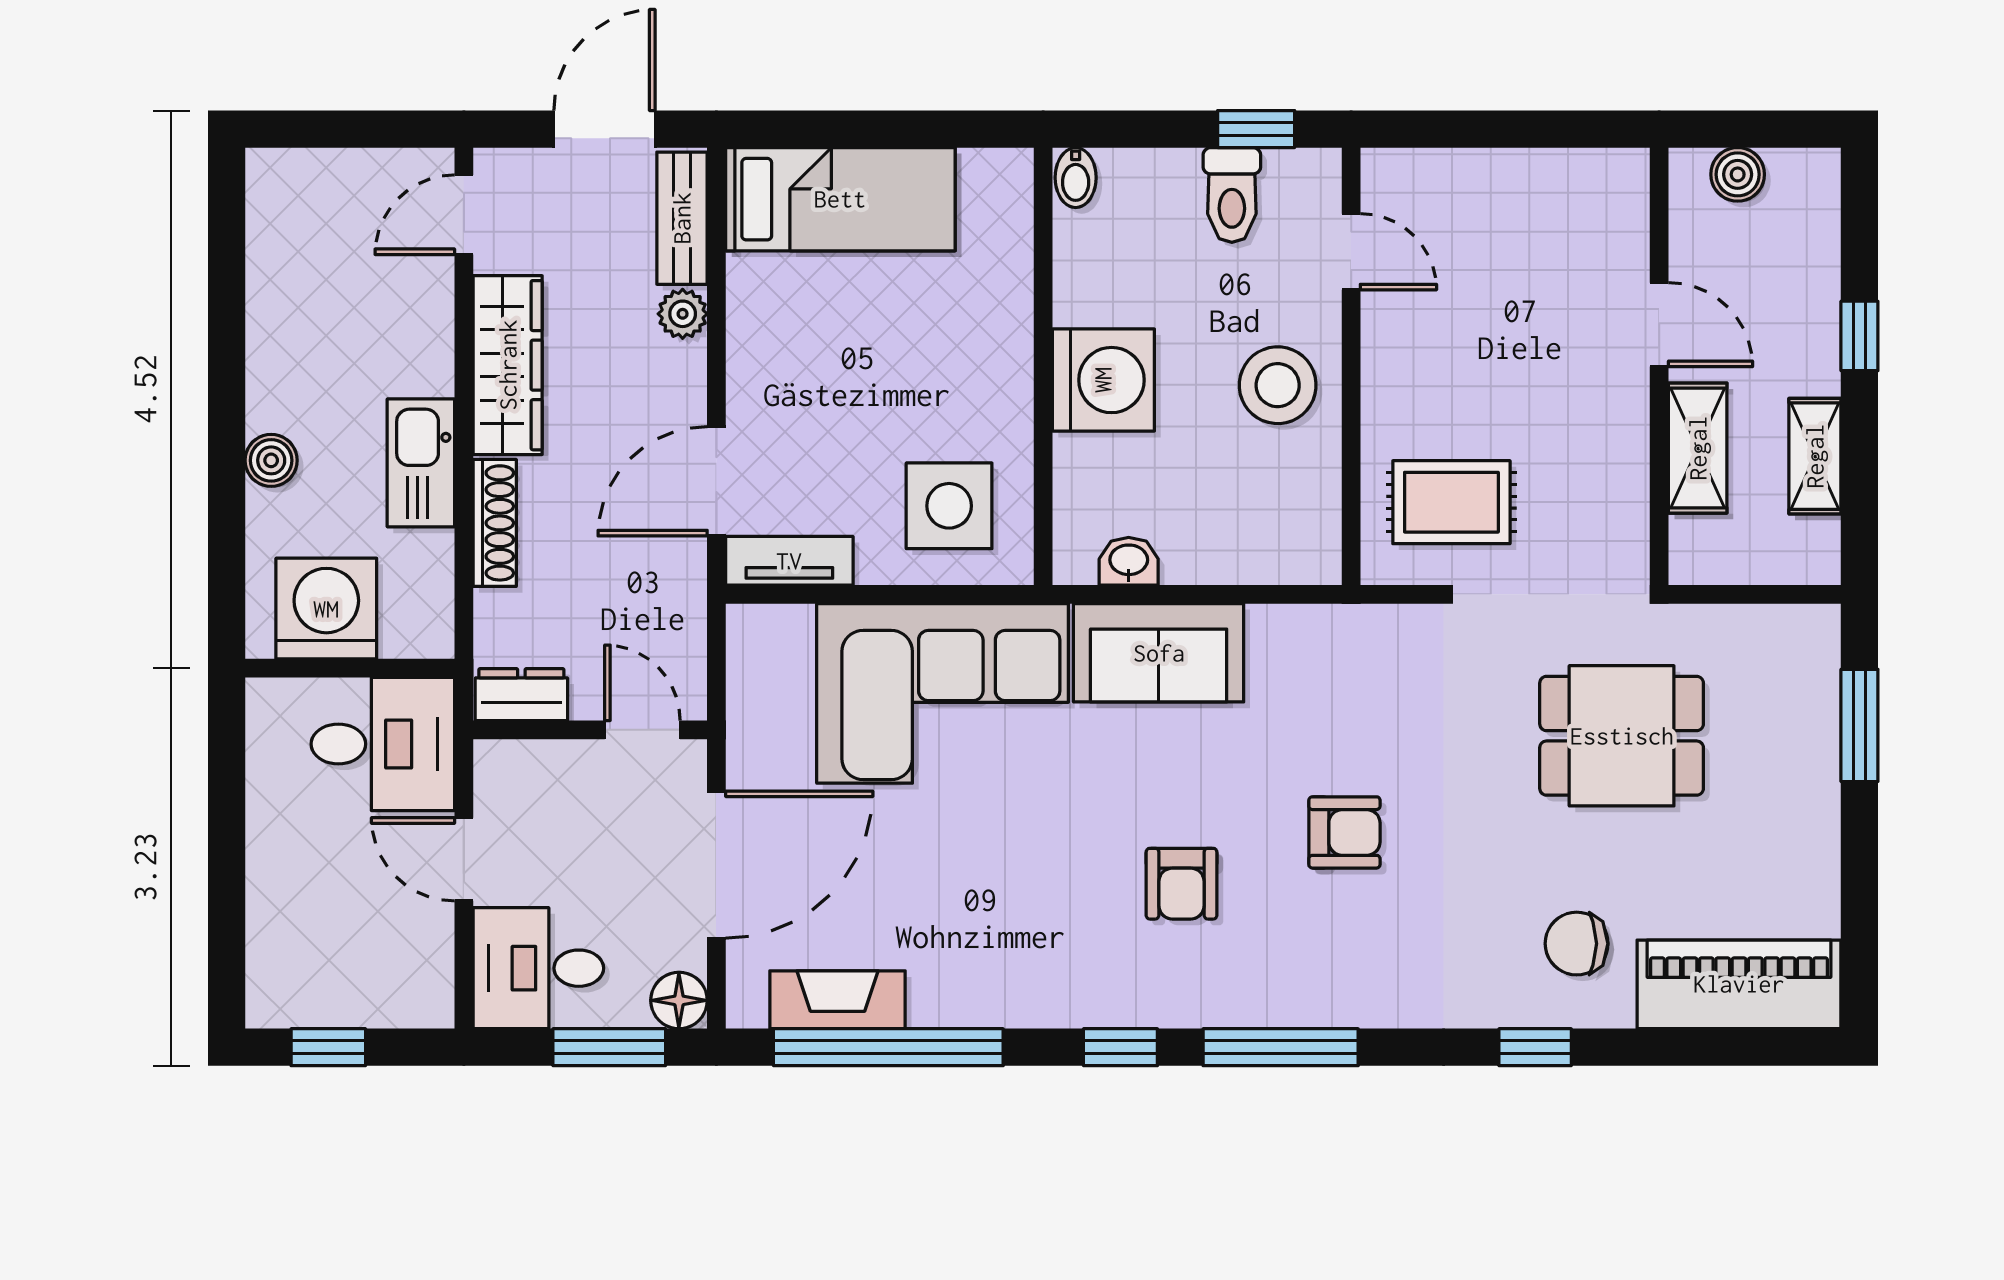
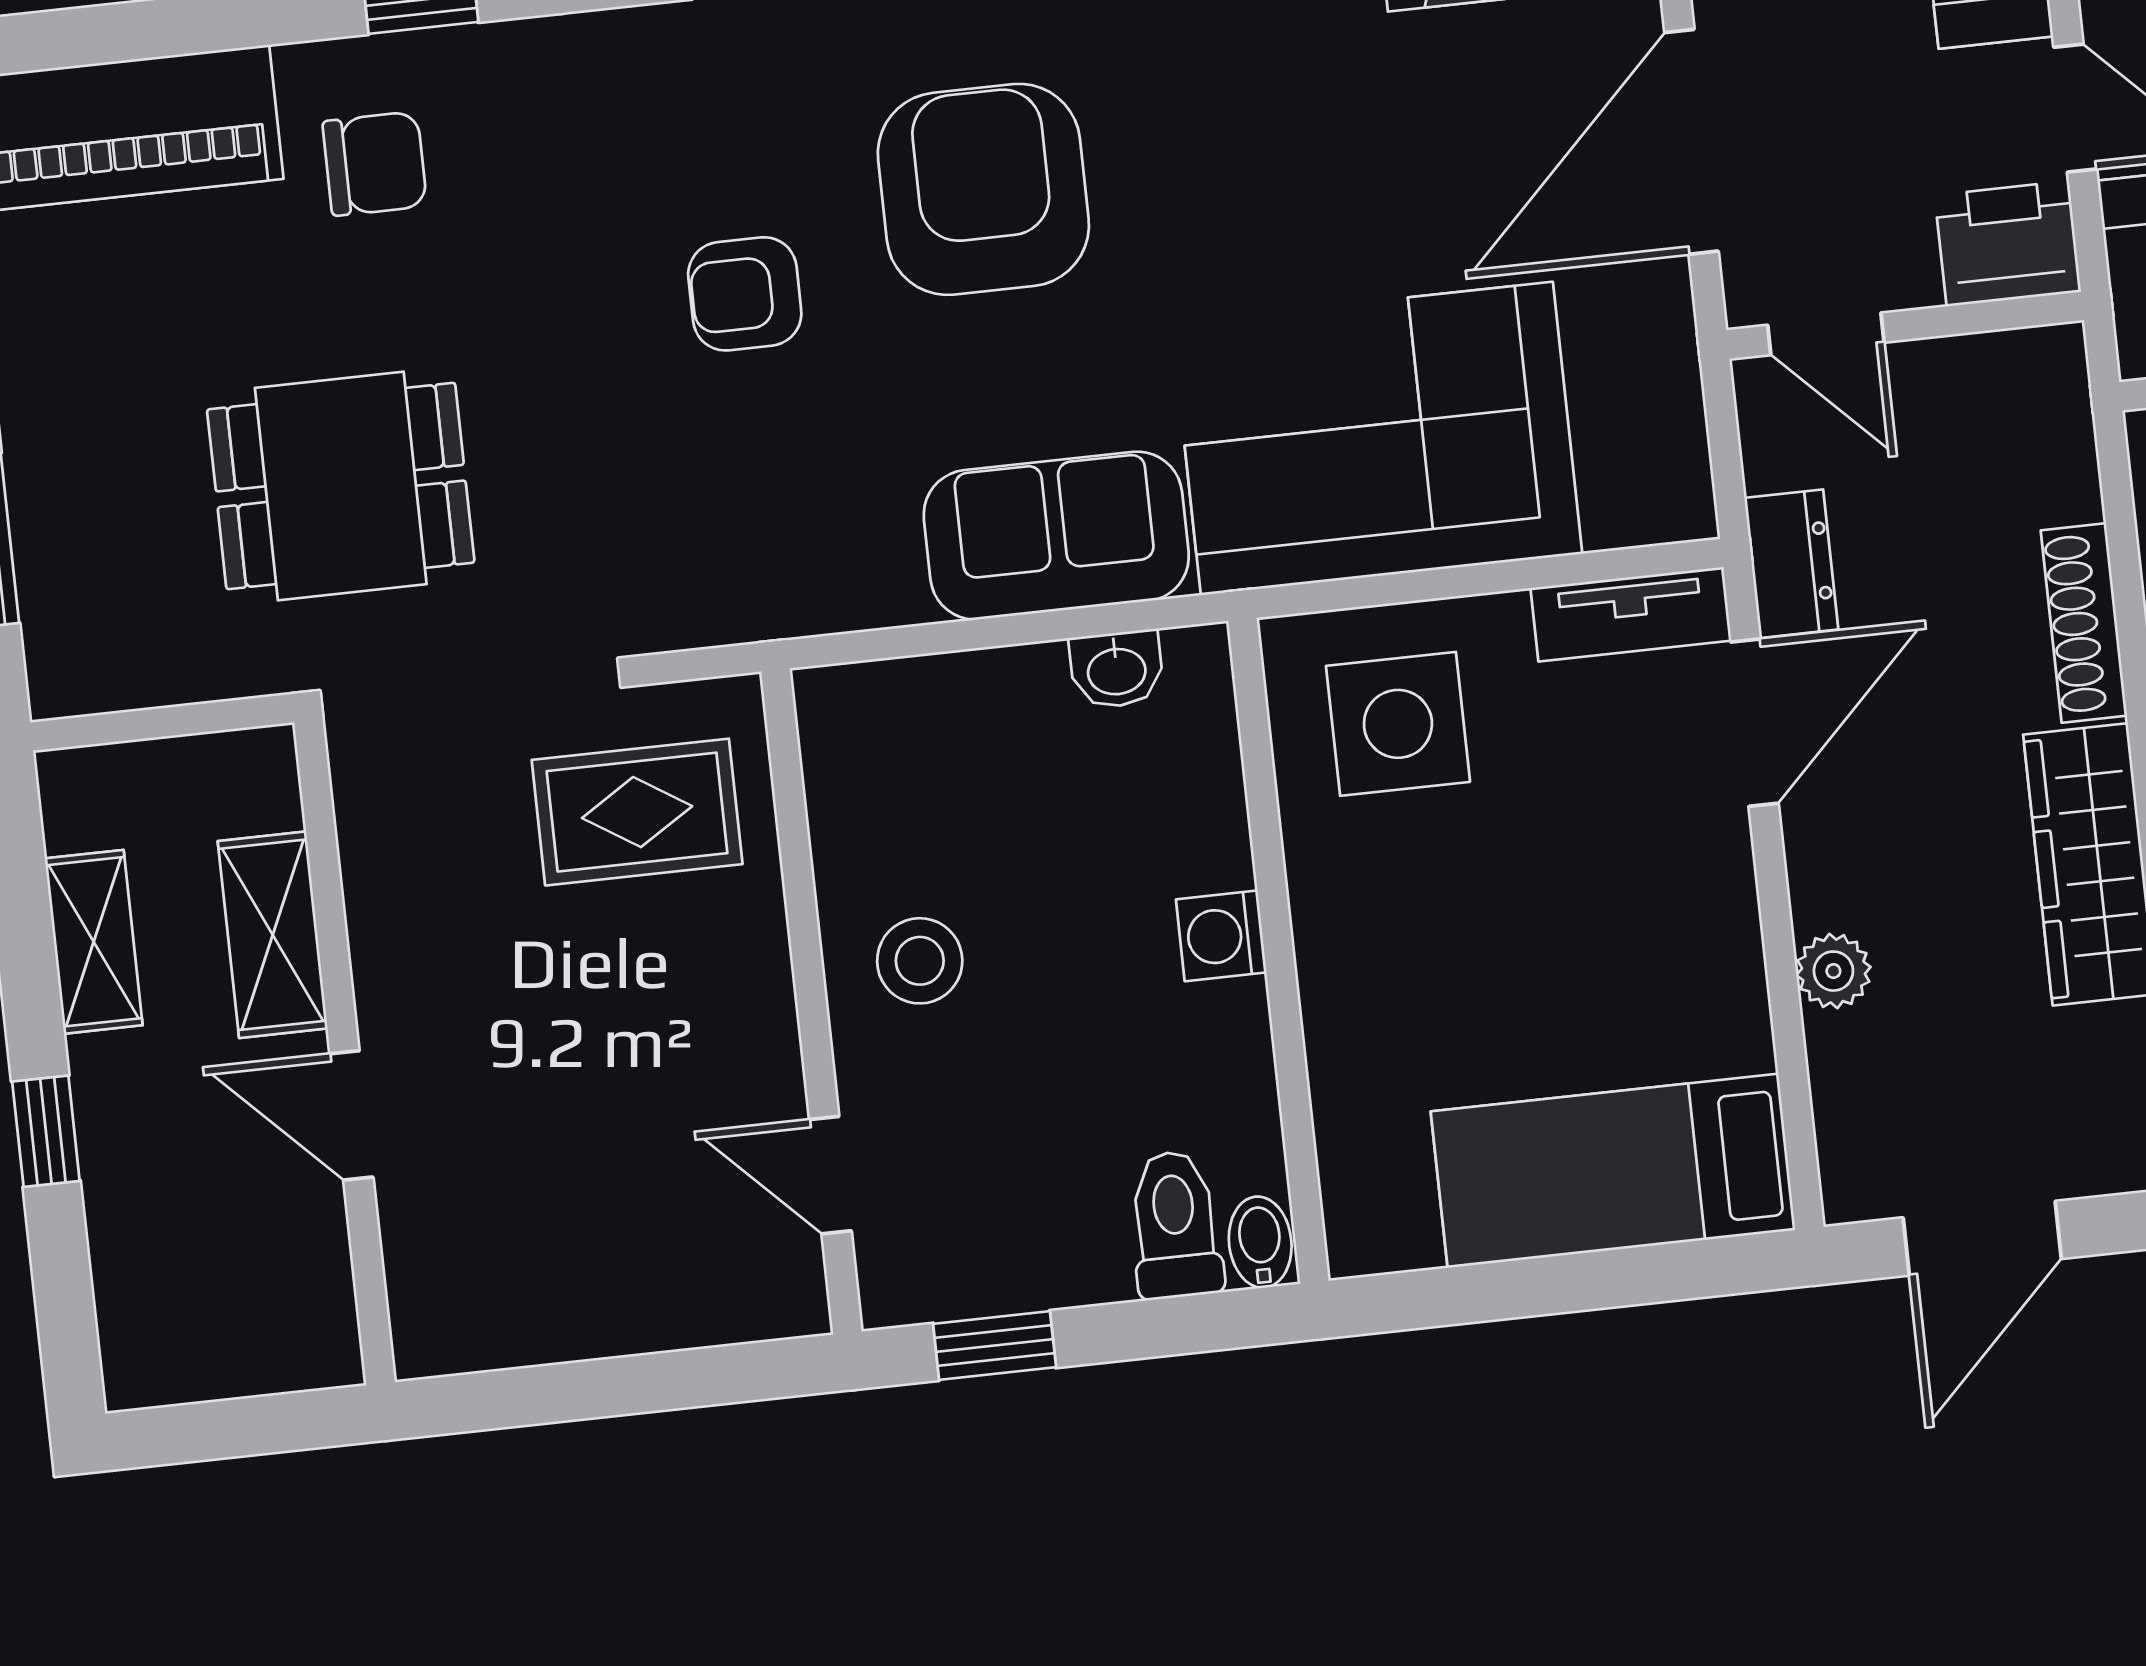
boiler: (1738, 174) -> (257, 1356), removed
toilet: (1232, 195) -> (1175, 1225), moved
bench: (682, 218) -> (1850, 1116), removed
washing machine: (1103, 380) -> (1221, 936), width x0.53, depth x0.53
stool: (1278, 385) -> (920, 961), width x0.73, depth x0.73
dresser: (521, 695) -> (1791, 564), moved, turned -90
printer: (517, 776) -> (2008, 244), added
armchair: (1182, 884) -> (983, 189), width x1.88, depth x1.88

